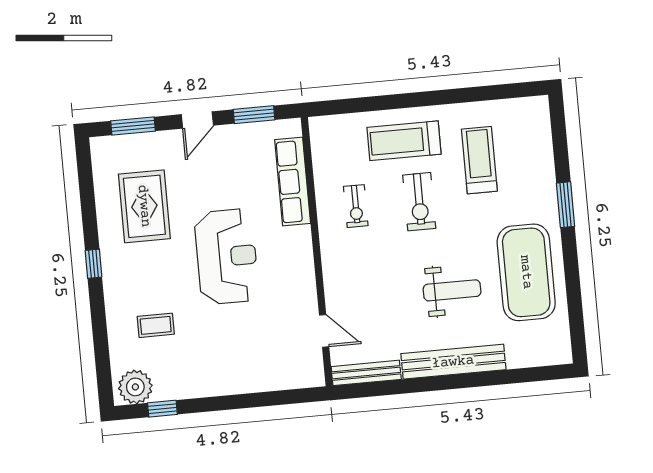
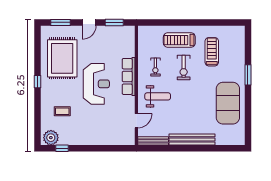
row of seats: (293, 182) -> (129, 76), moved
rug: (144, 206) -> (62, 58), width x1.37, depth x1.44
weight bench: (452, 290) -> (158, 96), moved
door: (324, 331) -> (136, 121), hinge flipped

